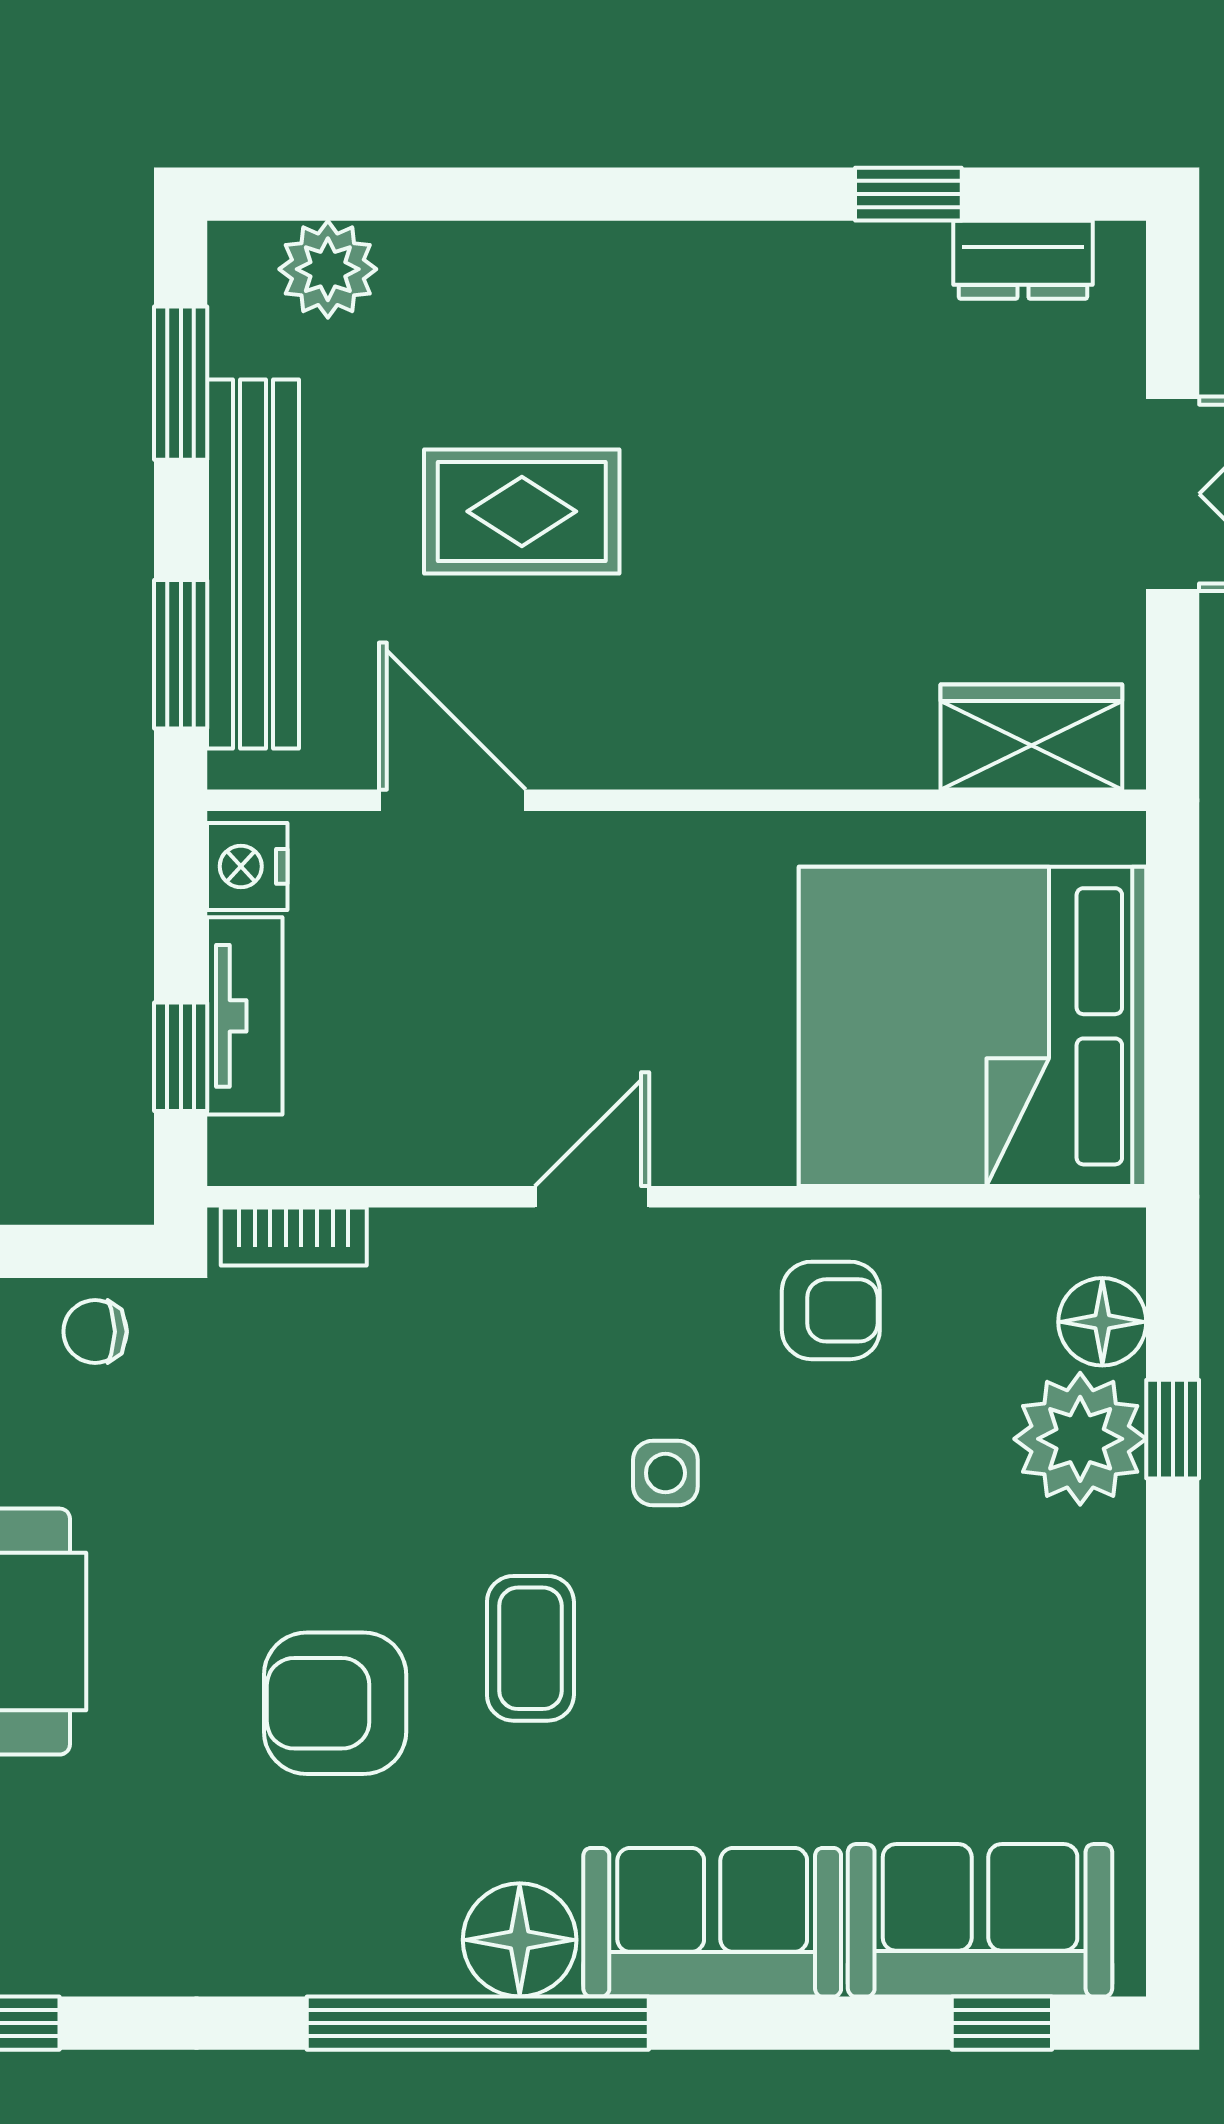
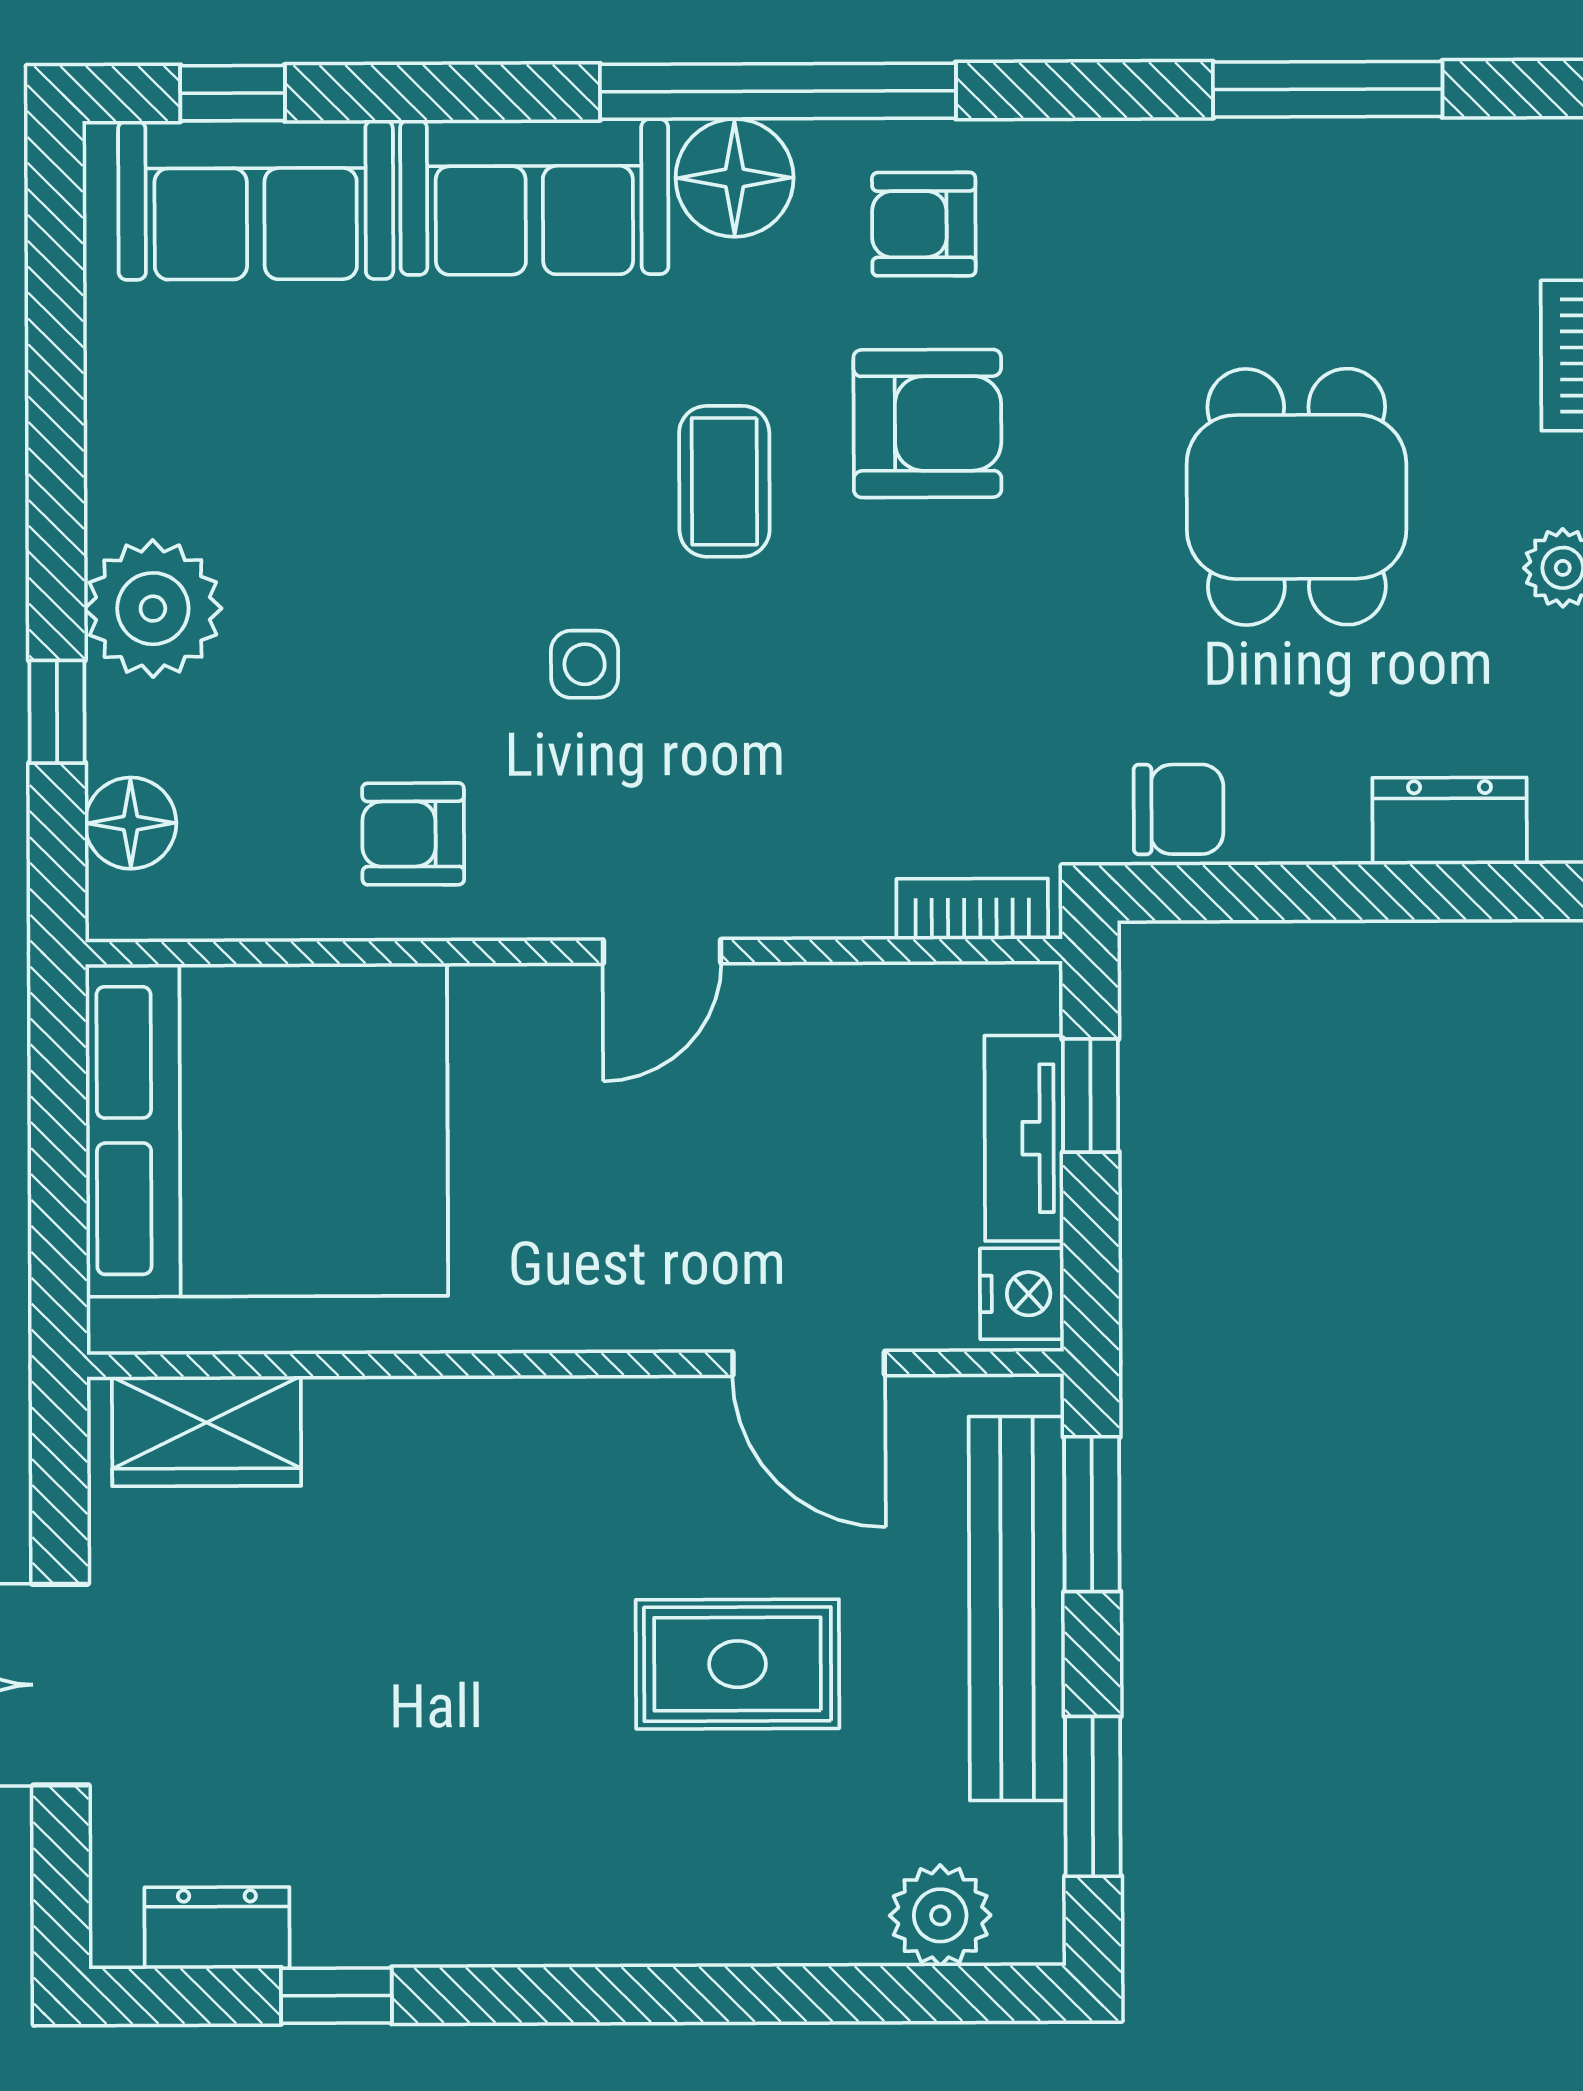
chair: (95, 1332) -> (1179, 809), width x1.37, depth x1.37
plant: (1080, 1439) -> (153, 609), moved
armchair: (338, 1895) -> (924, 224), added

